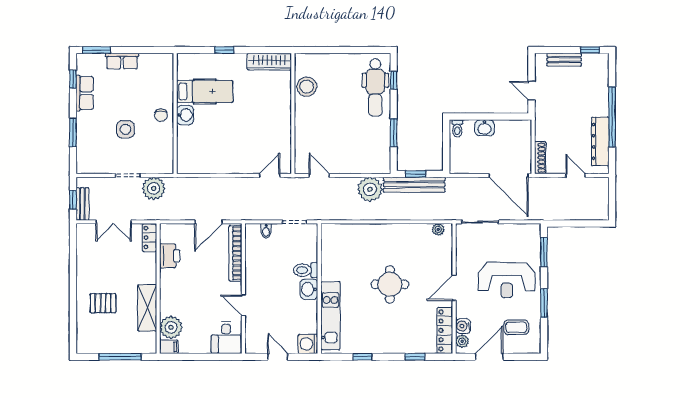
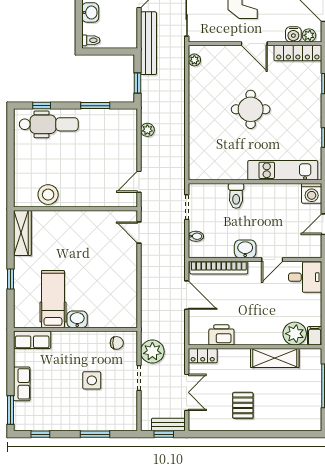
row of seats: (85, 93) -> (32, 340), moved, turned 180
chair: (161, 115) -> (117, 343), moved
bench: (414, 185) -> (148, 43), moved
plant: (370, 189) -> (147, 130), width x0.53, depth x0.53
washbasin: (309, 289) -> (245, 249), moved, turned 180
pallet: (103, 303) -> (243, 405), moved

